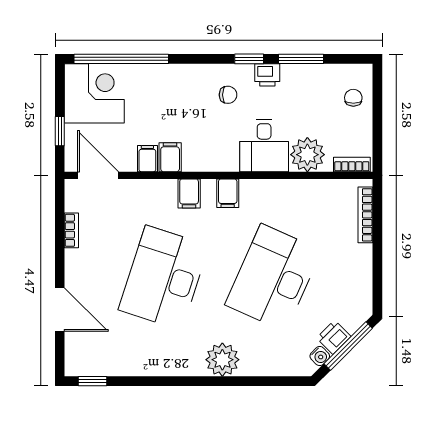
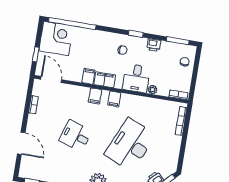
window: (301, 59) -> (178, 41), moved
printer: (267, 75) -> (154, 45), moved
plant: (307, 155) -> (152, 90), width x0.53, depth x0.53
filing cabinet: (147, 159) -> (105, 80), moved, width x2.00
desk: (164, 278) -> (76, 136), width x0.53, depth x0.77

